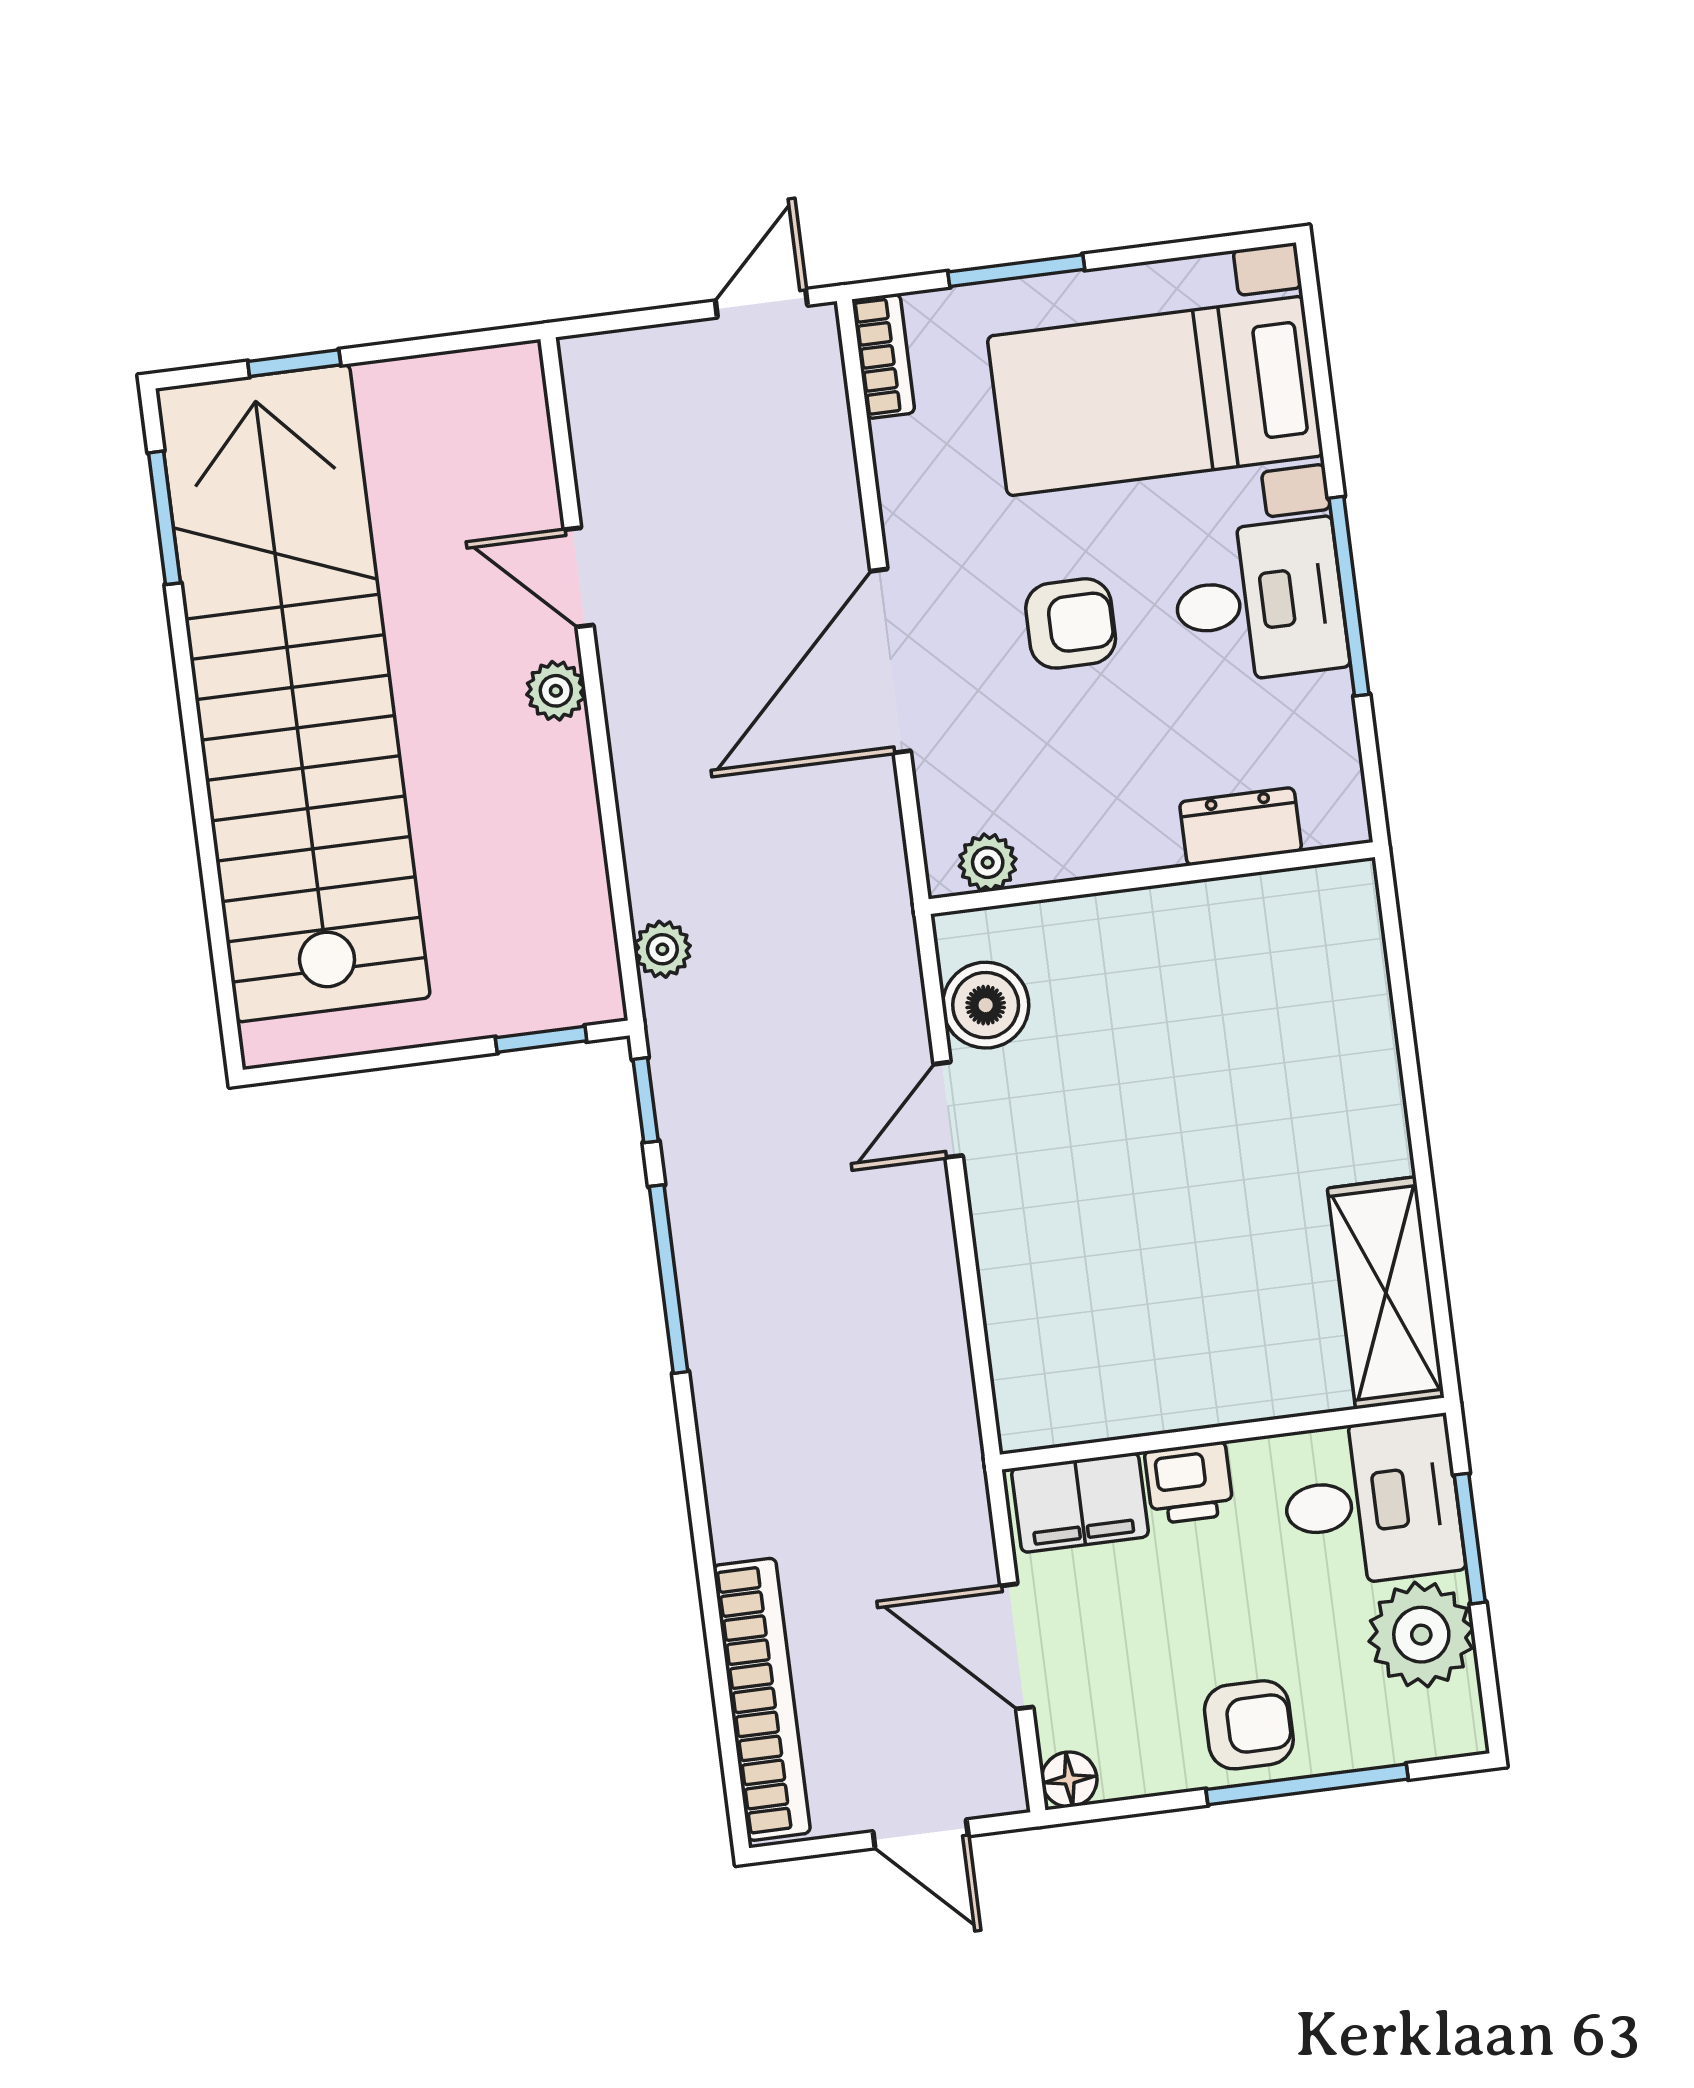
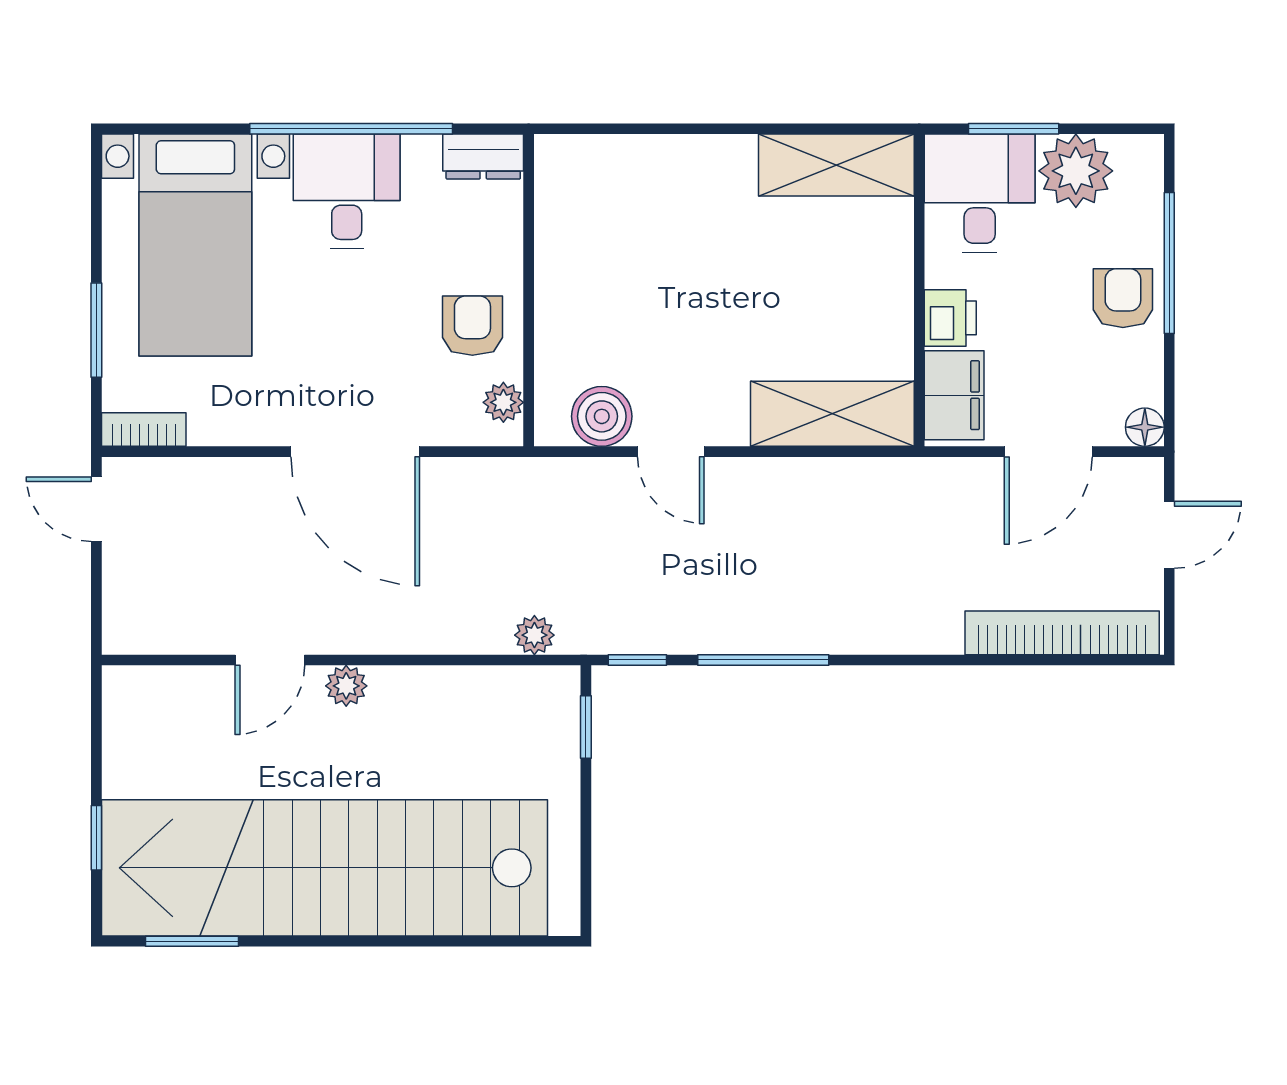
window: (1349, 596) -> (351, 129), width x1.46
armchair: (1071, 623) -> (472, 326), moved
dresser: (1241, 827) -> (483, 157), moved, turned -90
shelving: (1031, 1333) -> (832, 414), added

